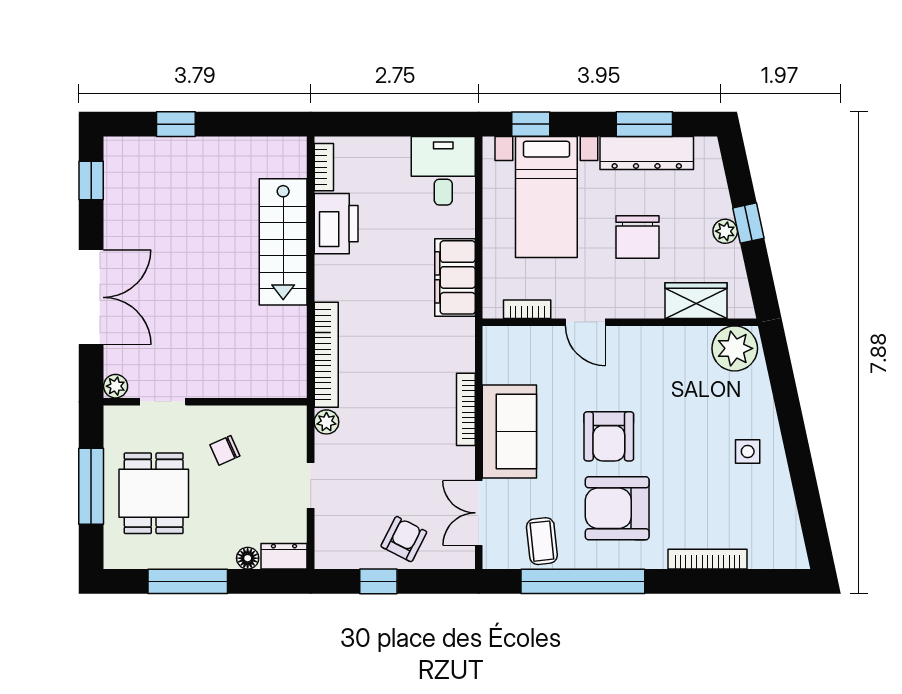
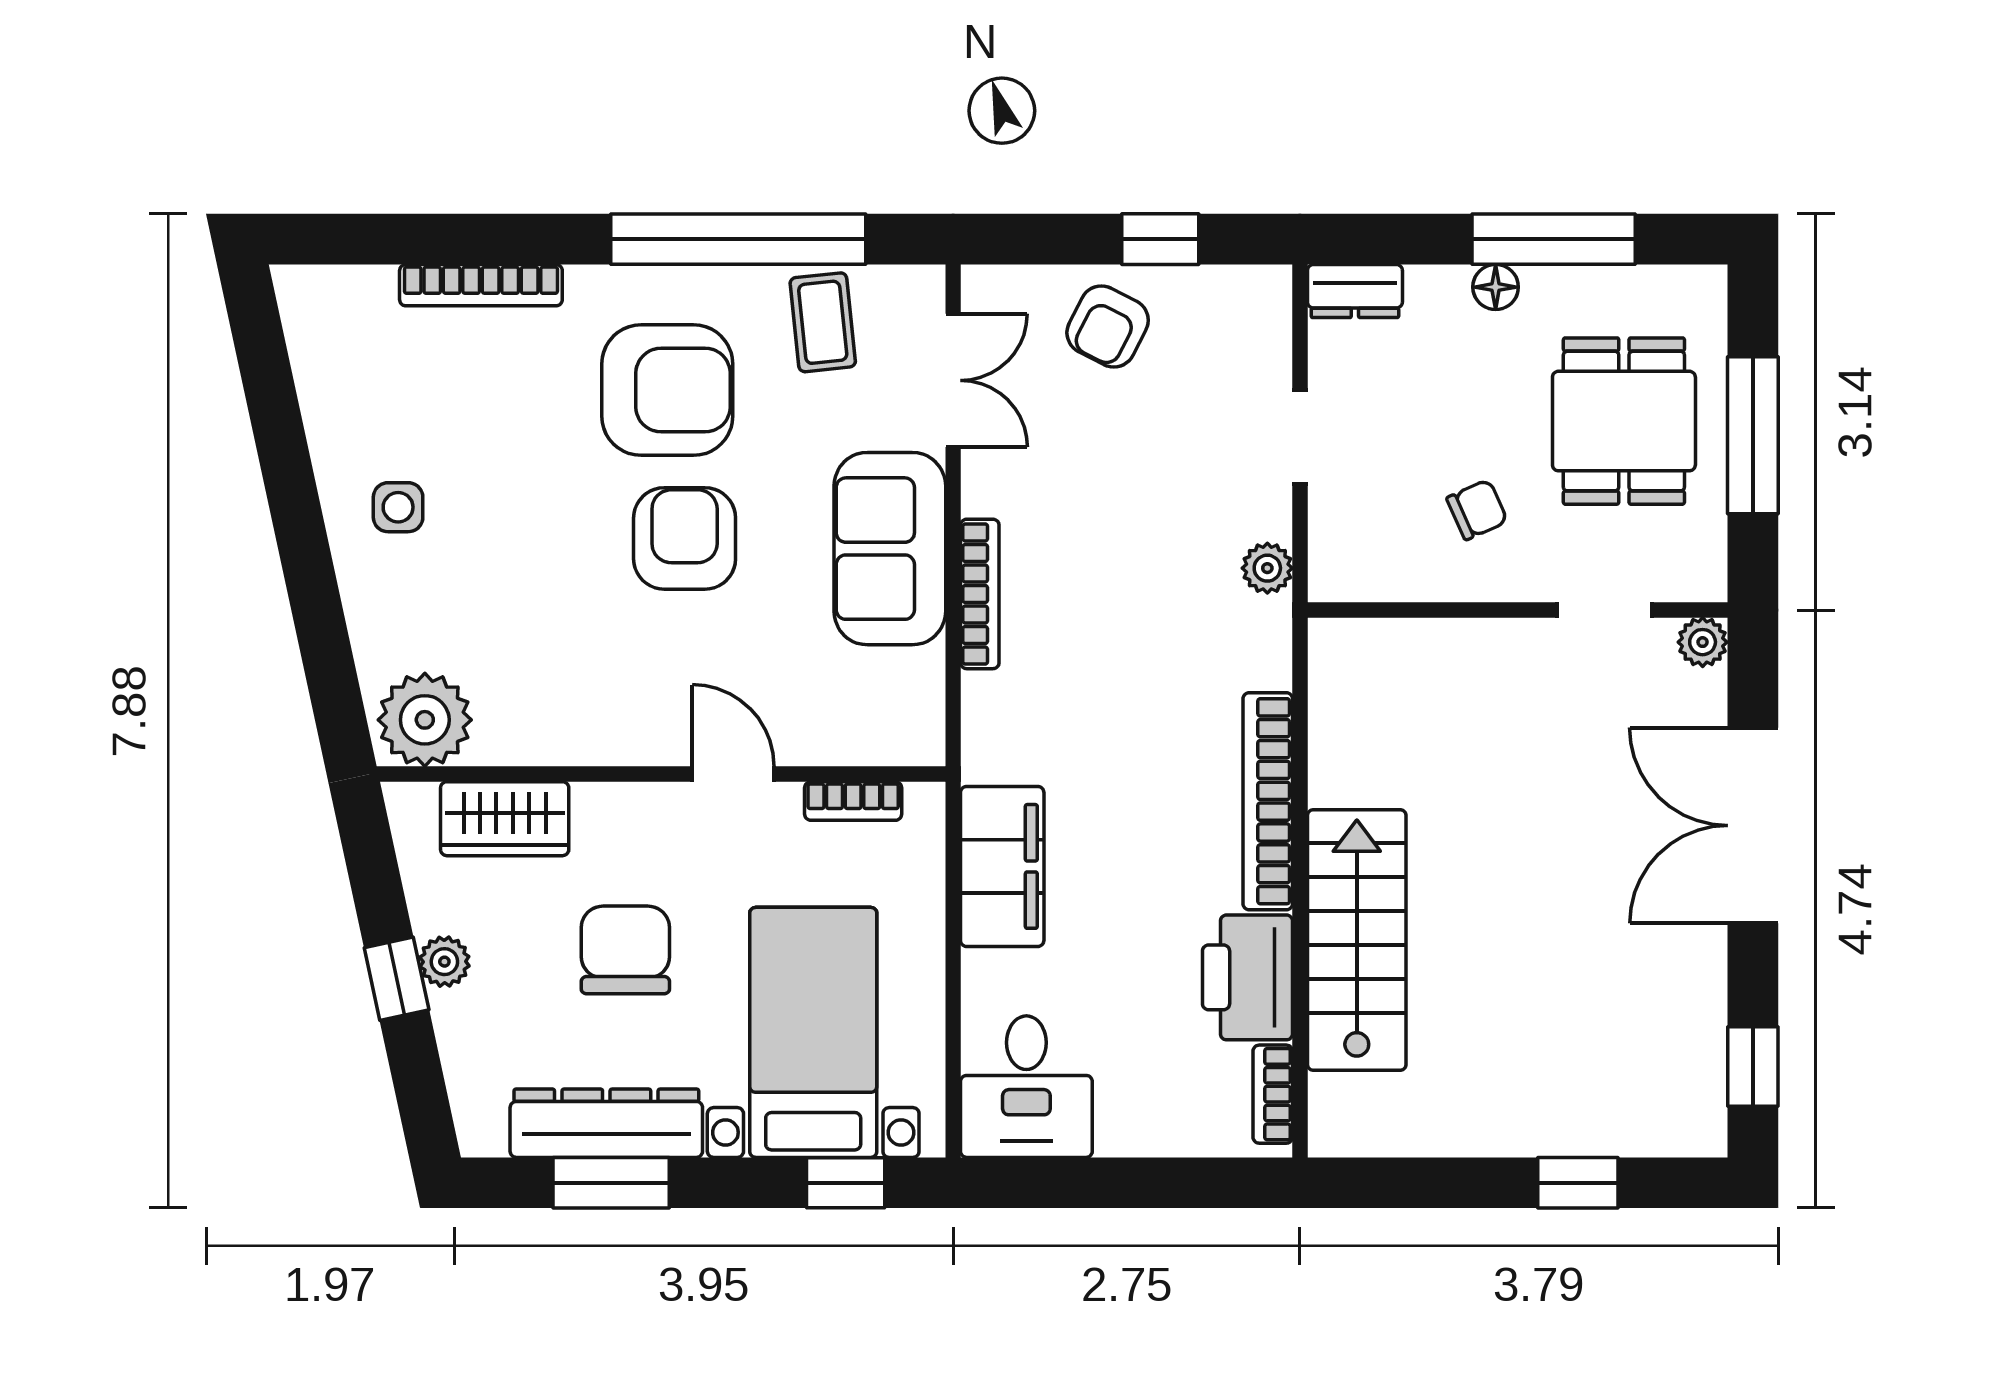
bookcase: (326, 355) -> (1268, 801), moved
floor lamp: (248, 558) -> (1496, 287), moved

